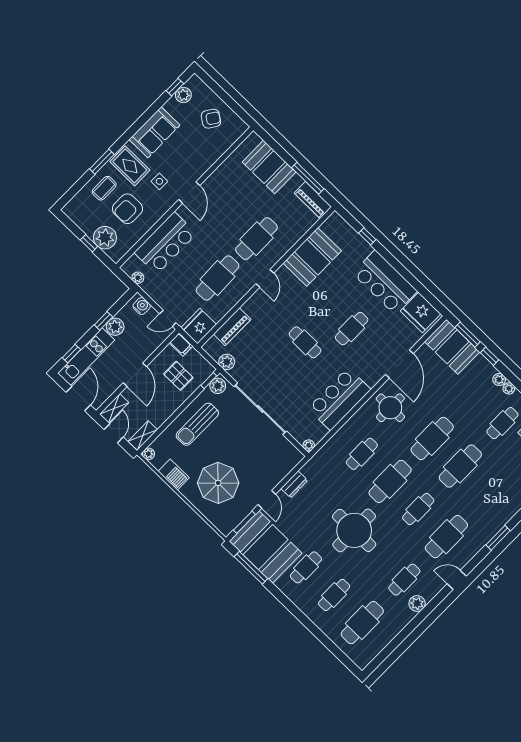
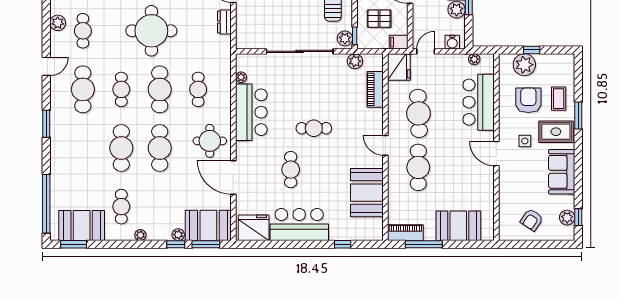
plant: (499, 380) -> (178, 235), moved
plant: (309, 445) -> (241, 77), moved

